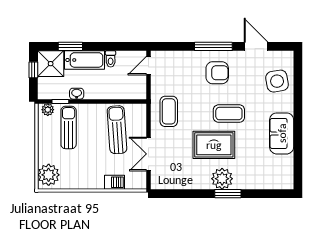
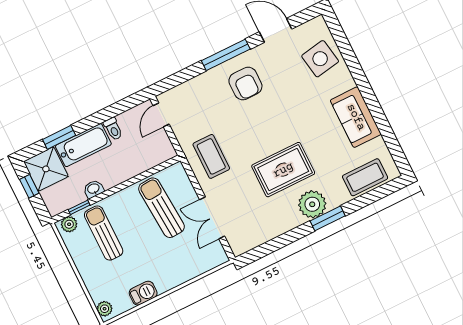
armchair: (217, 73) -> (245, 84), turned 90
coffee table: (229, 114) -> (365, 177), moved
plant: (49, 175) -> (105, 309), width x0.53, depth x0.53
barbecue: (114, 182) -> (143, 293), moved

